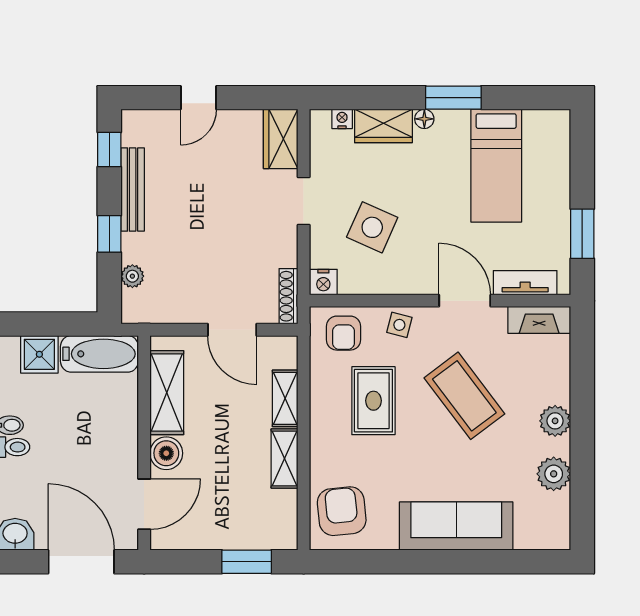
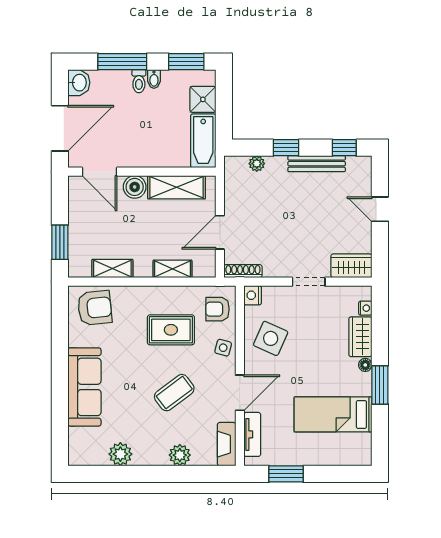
side table: (372, 227) -> (271, 338), moved
coffee table: (464, 396) -> (174, 393), width x0.73, depth x0.76
plant: (555, 421) -> (180, 455), moved
shelving: (285, 459) -> (112, 268), moved

